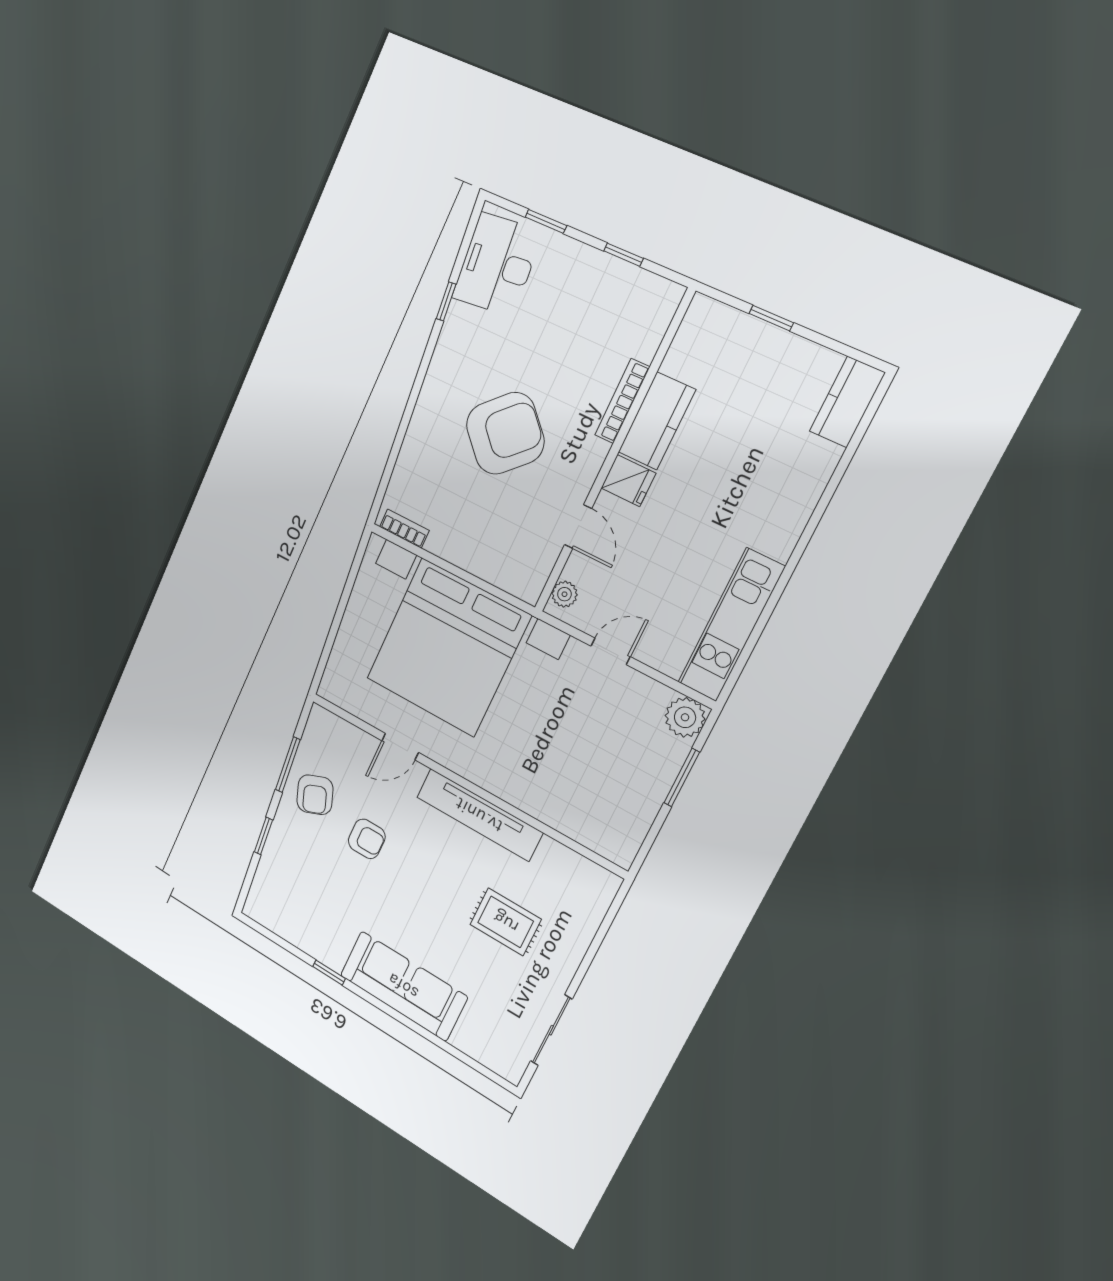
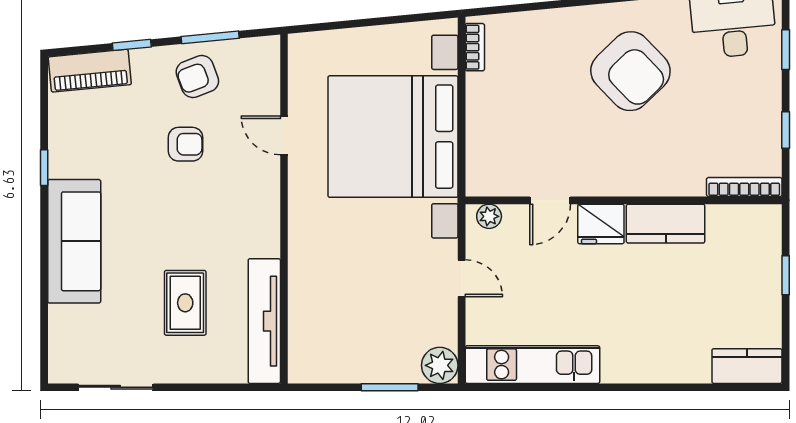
bookcase: (622, 401) -> (744, 187), moved
armchair: (505, 433) -> (630, 71), moved
fridge: (628, 481) -> (601, 224), width x1.38
tv unit: (479, 815) -> (264, 321), moved
armchair: (367, 839) -> (185, 144), turned -90
piano: (268, 884) -> (90, 71), added

